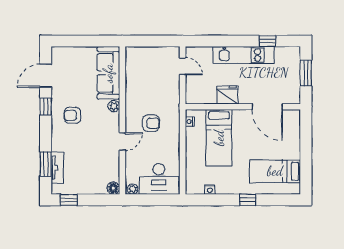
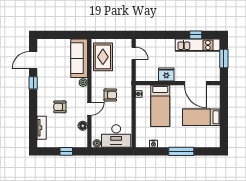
kitchen unit: (244, 55) -> (198, 45), moved
rug: (141, 71) -> (103, 57), added
armchair: (72, 115) -> (60, 107), moved
window: (46, 164) -> (33, 125), removed
bed: (275, 171) -> (201, 117), moved
floor lamp: (113, 188) -> (83, 126), moved
window: (69, 200) -> (66, 151), moved
window: (248, 200) -> (181, 151), width x2.17

